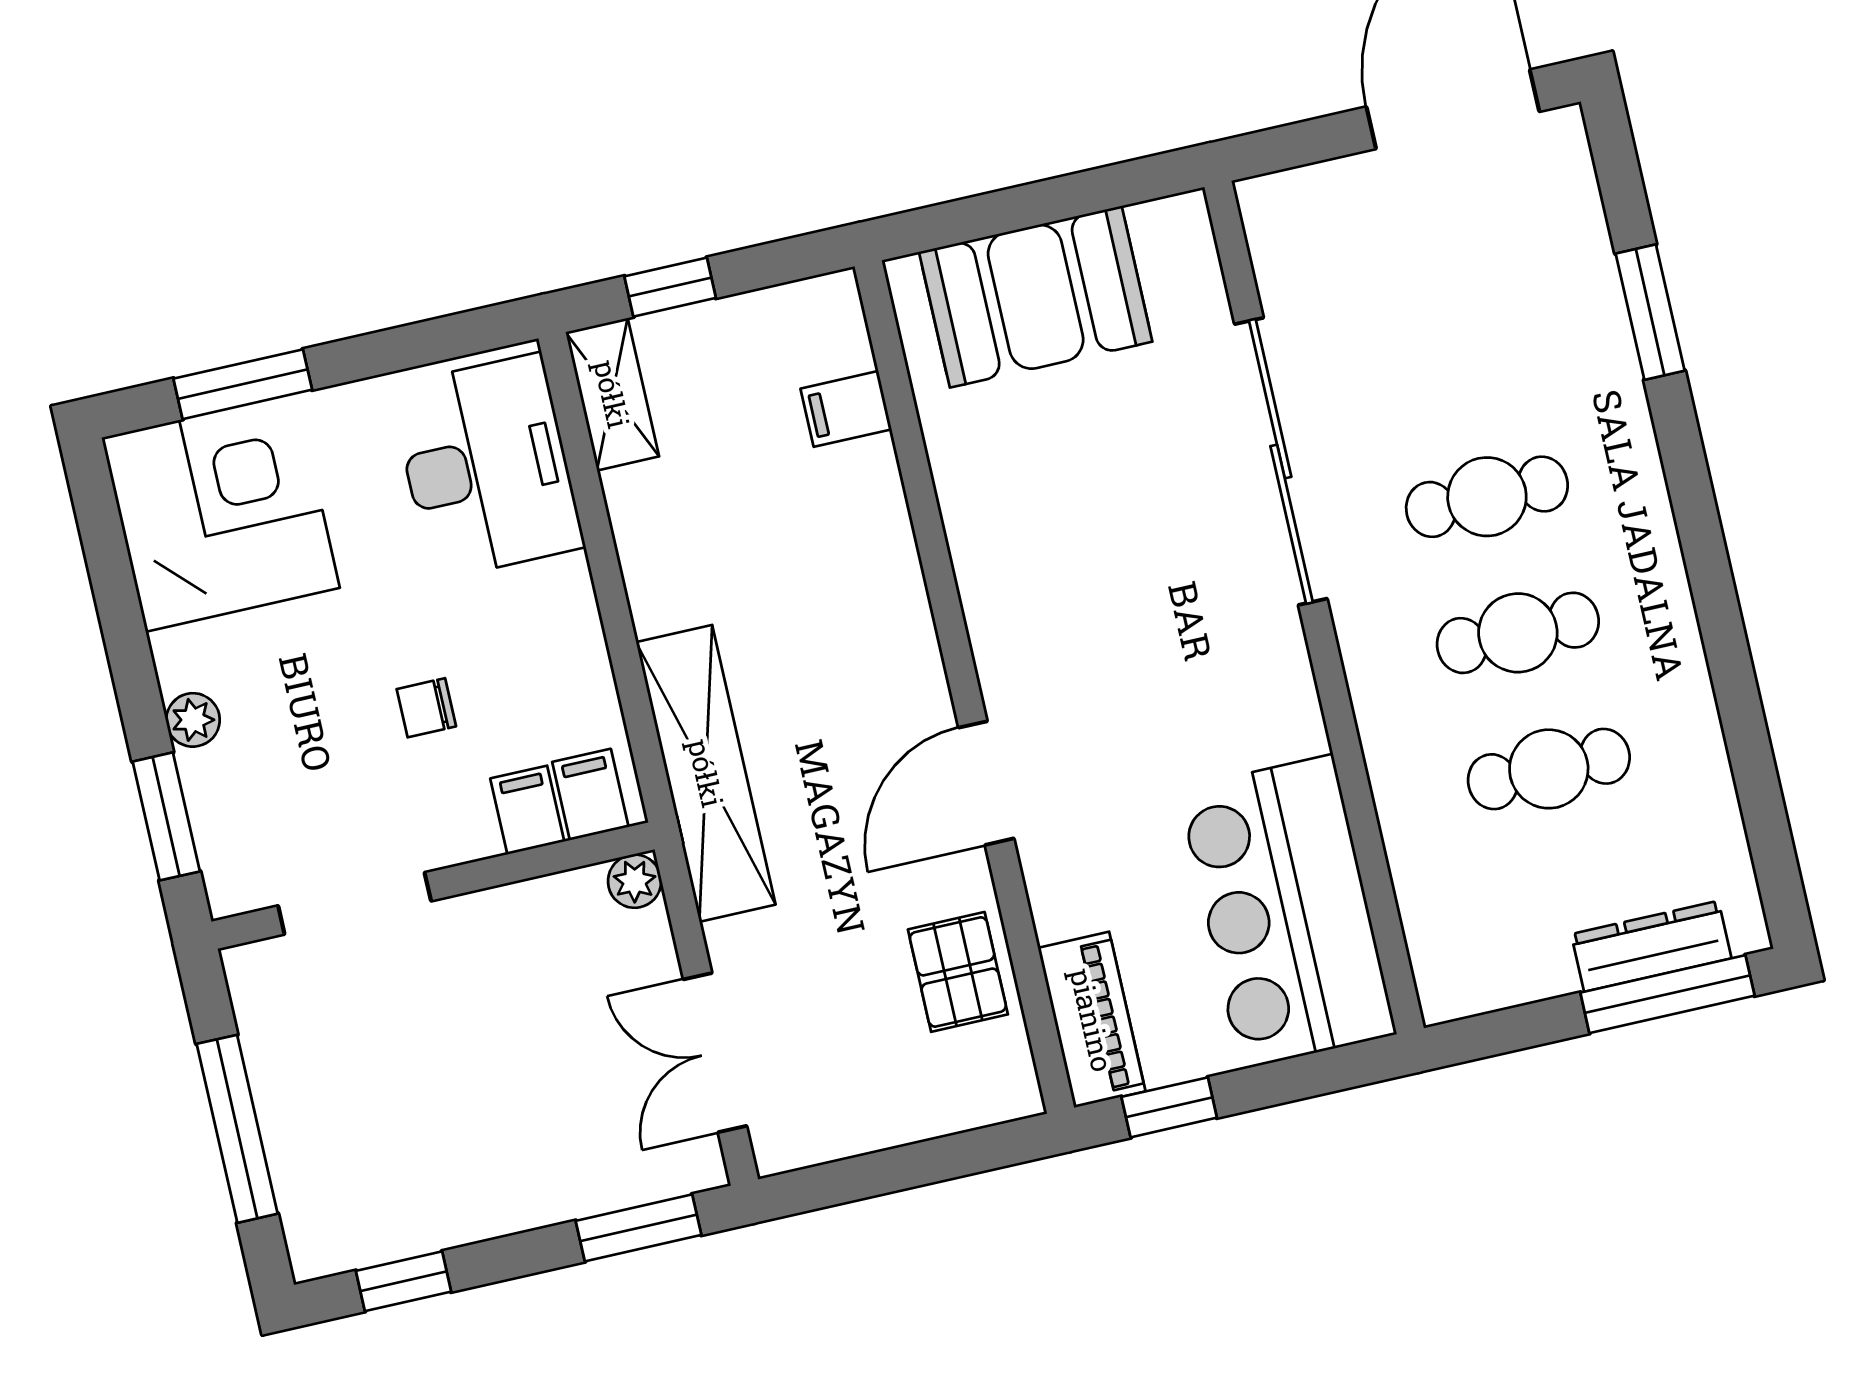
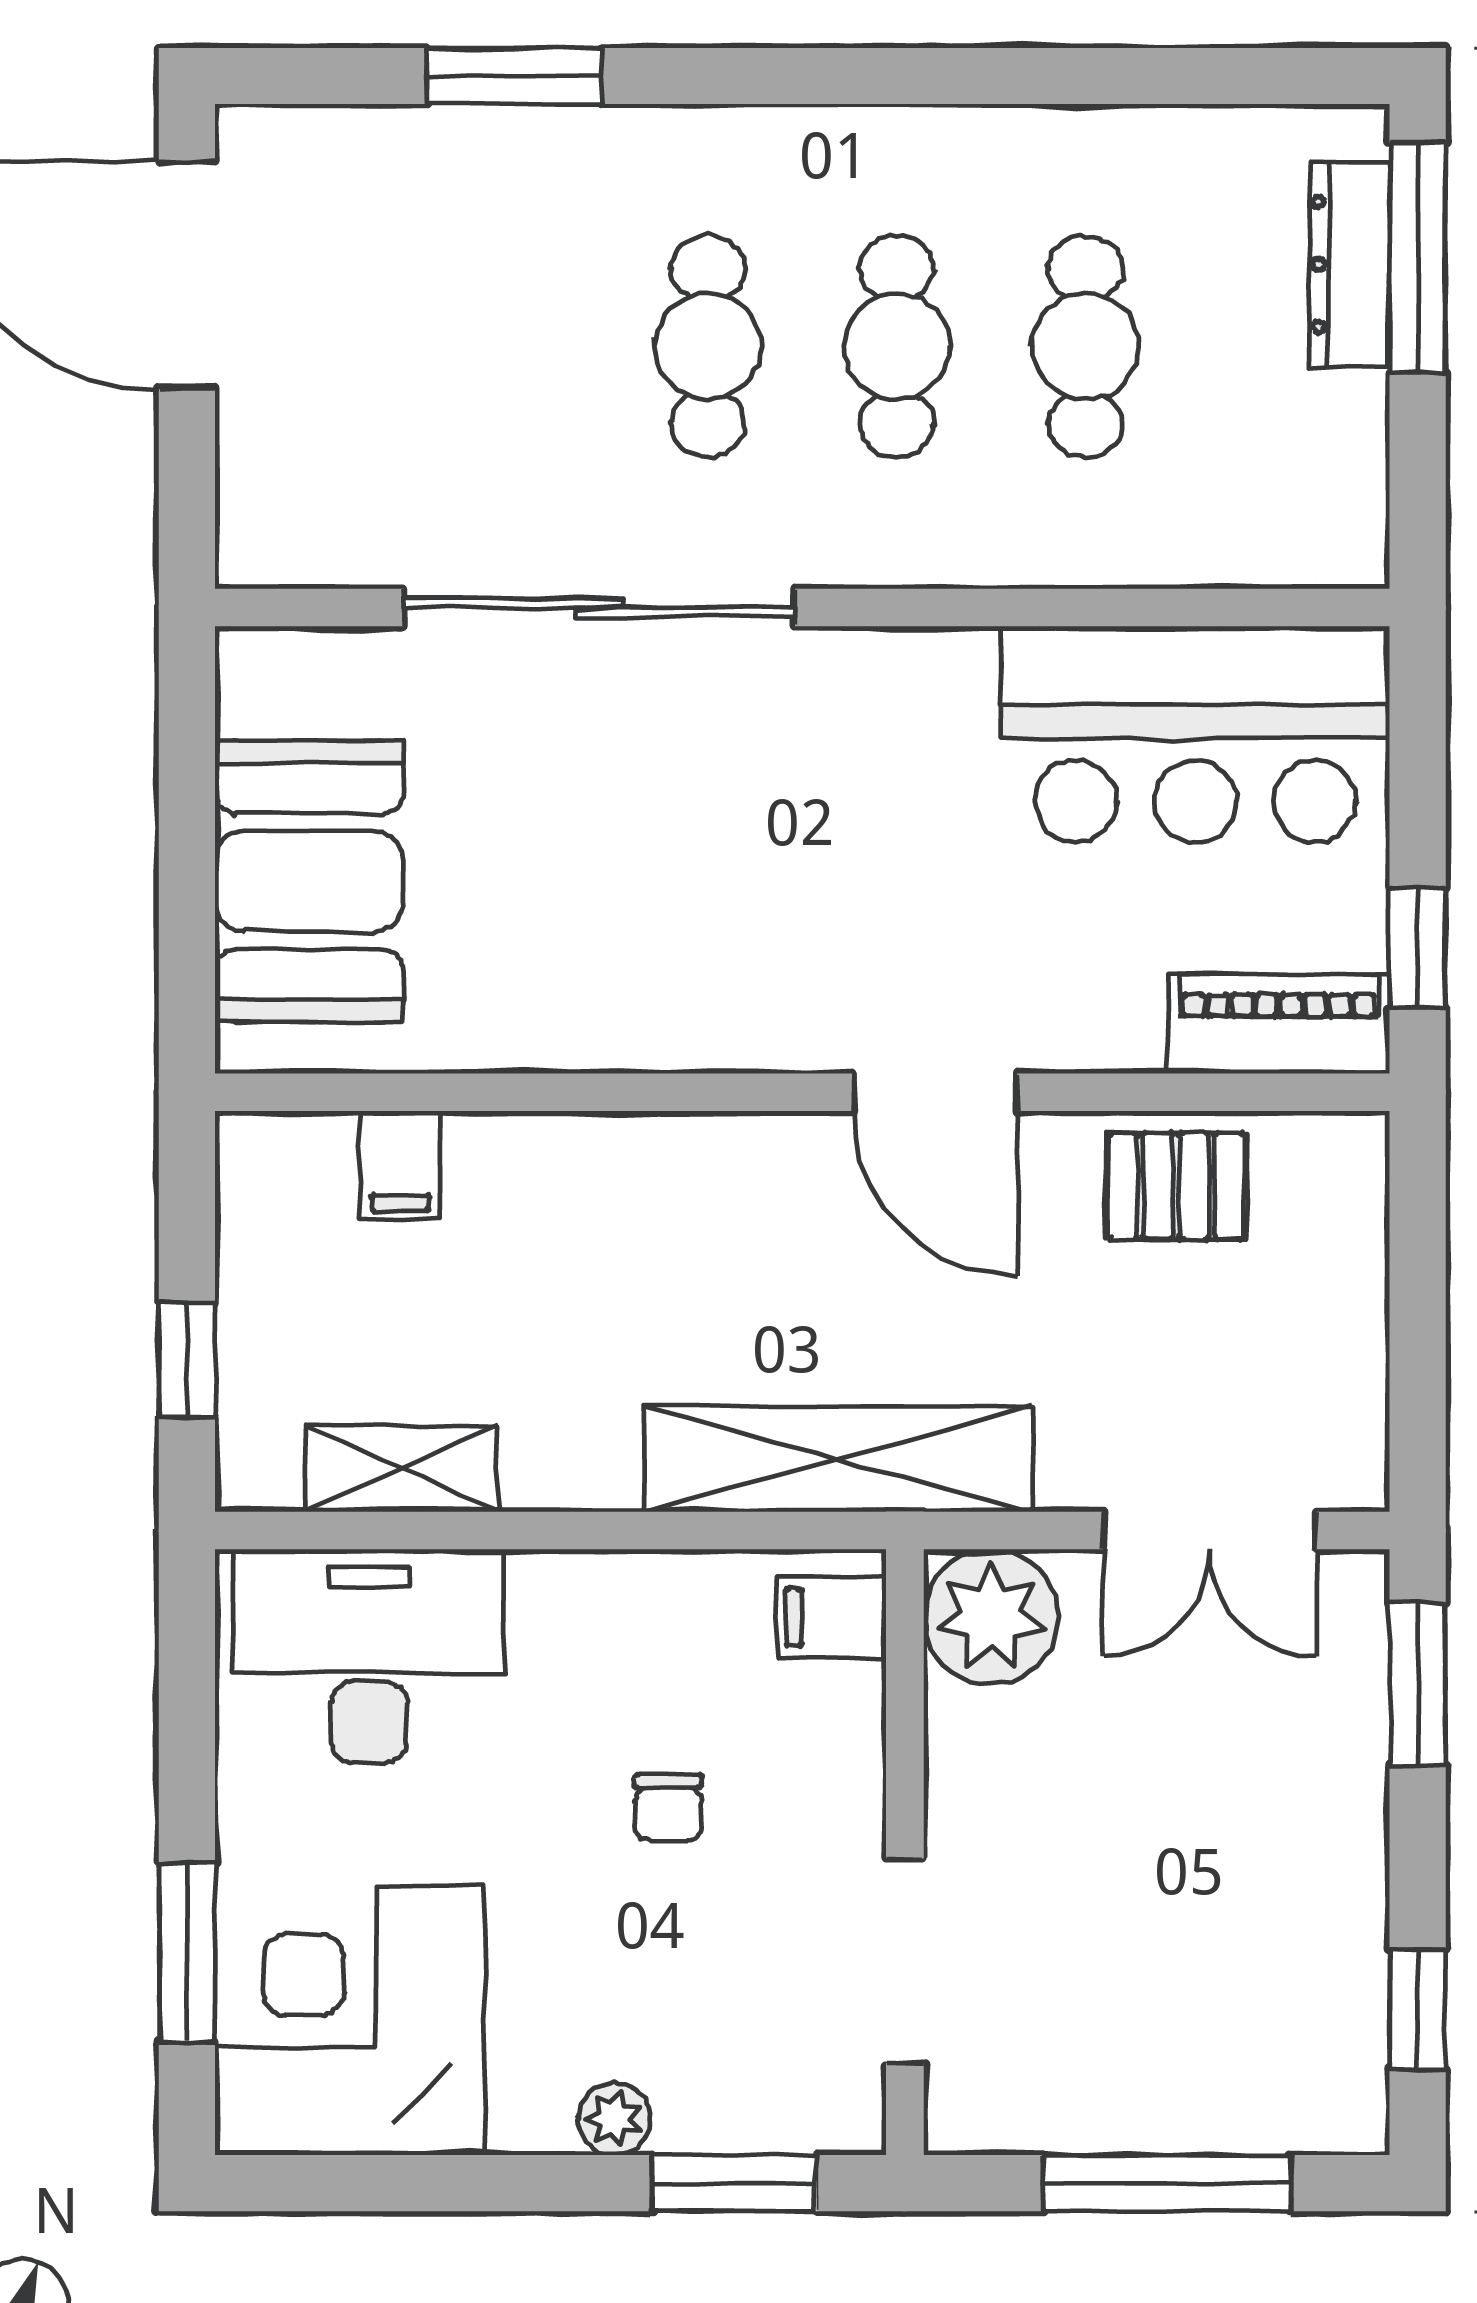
shelving: (612, 394) -> (402, 1469), moved
filing cabinet: (527, 810) -> (834, 1705), removed
plant: (635, 881) -> (991, 1617), width x1.88, depth x1.88

